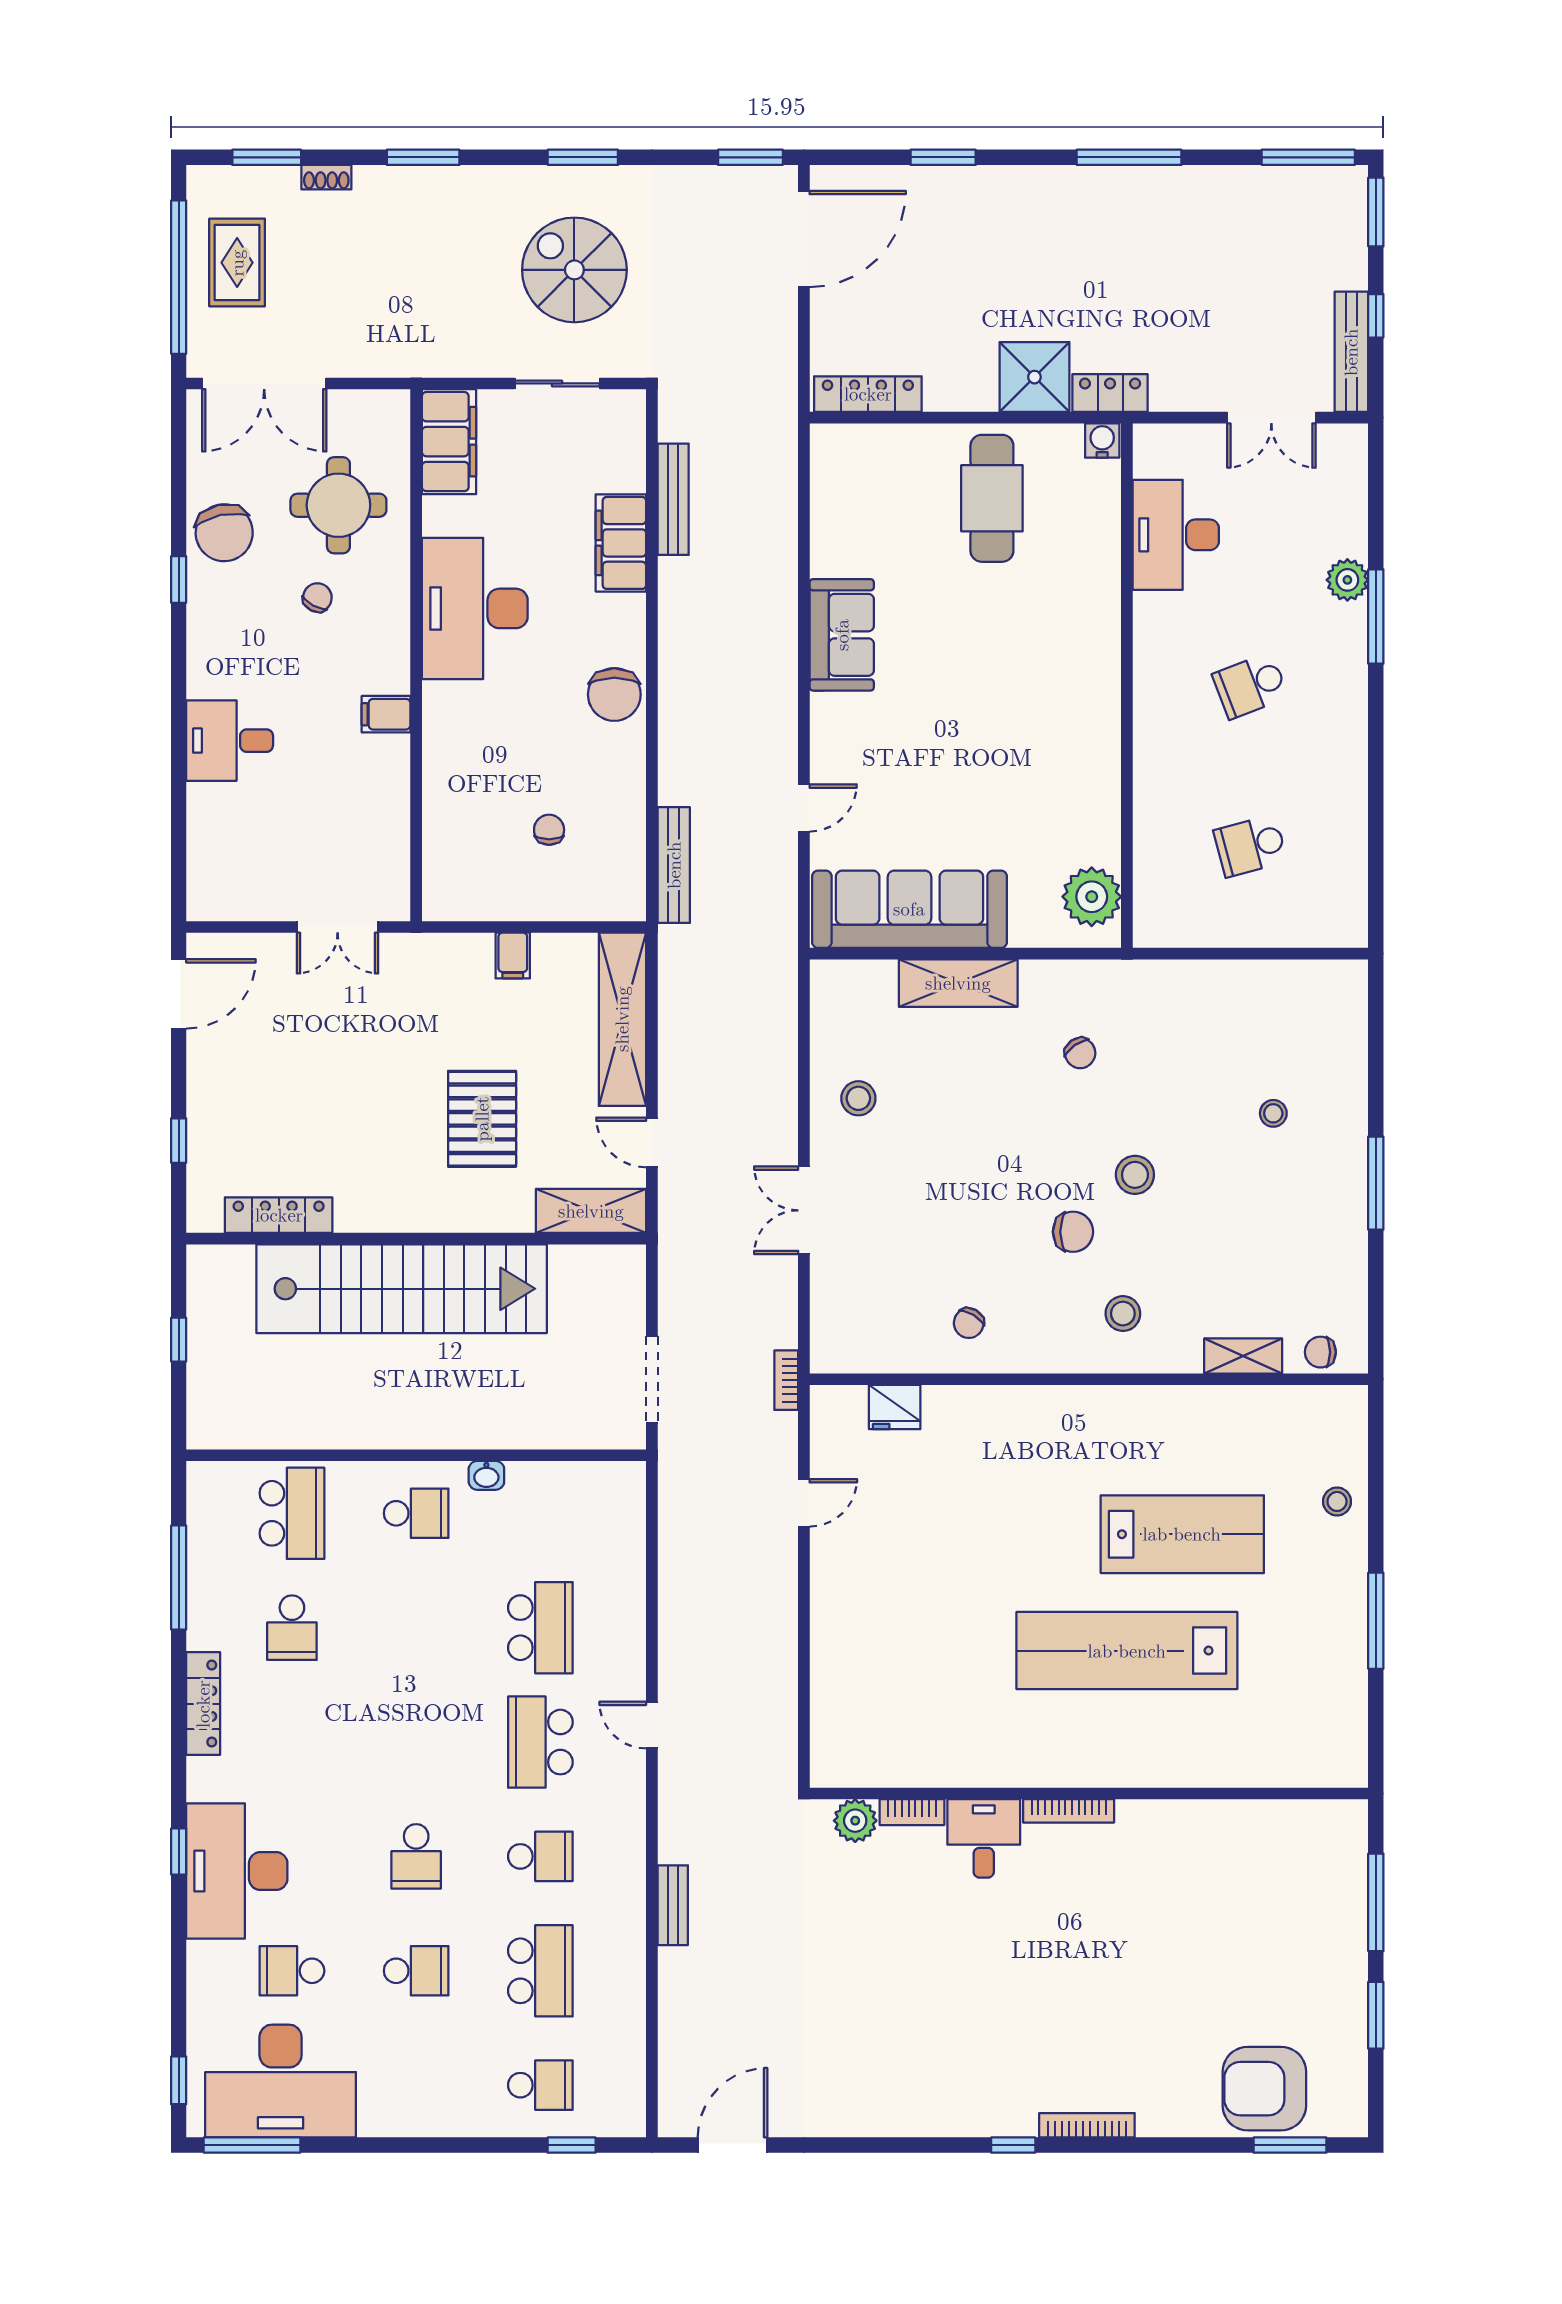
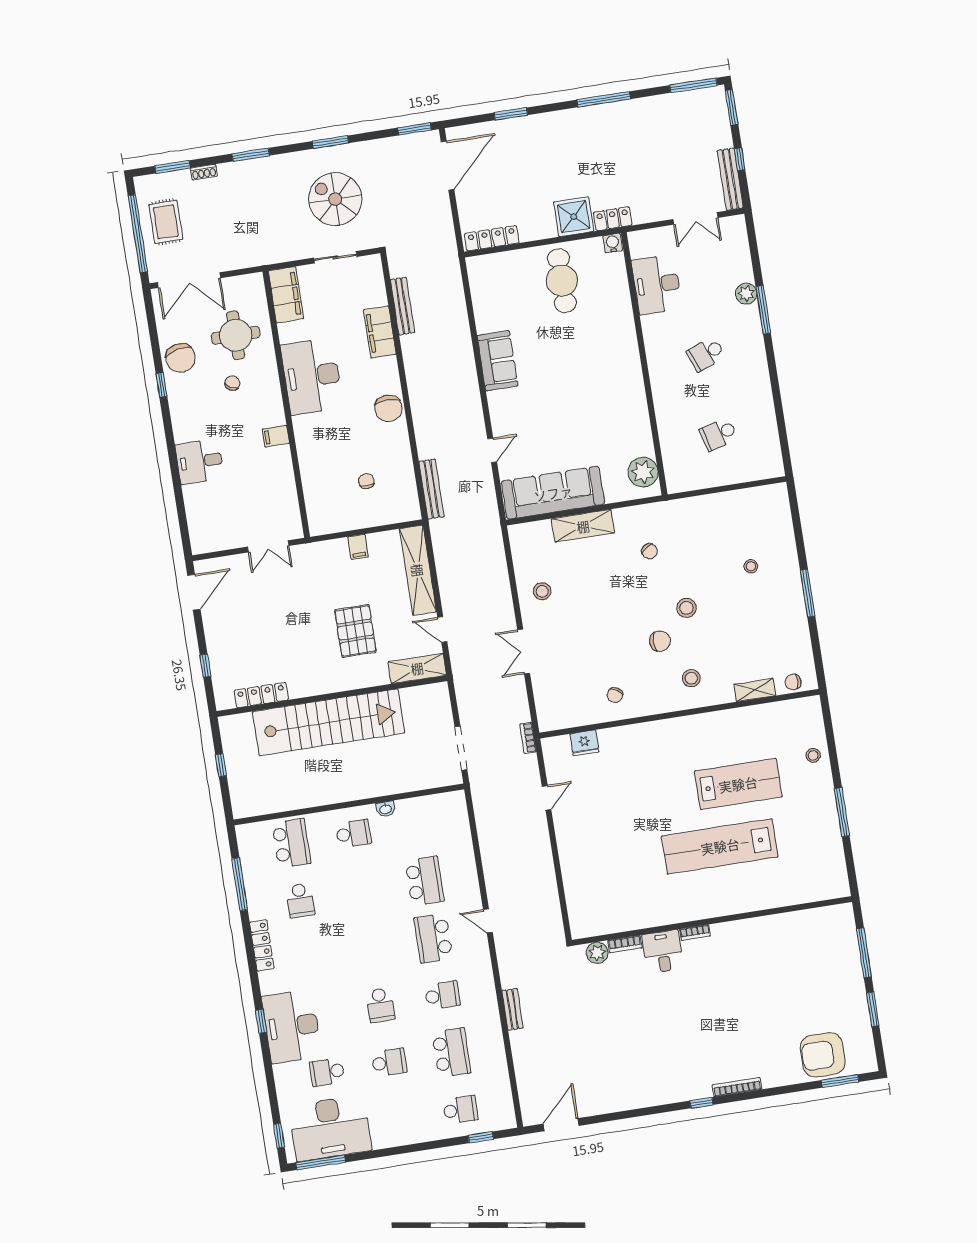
bookcase: (1069, 1811) -> (695, 932), width x0.64

